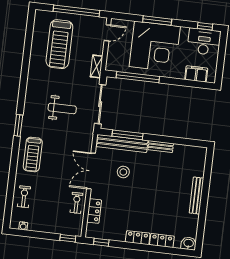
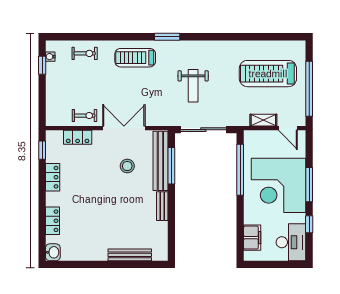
window: (205, 26) -> (309, 224), moved
shelving: (97, 66) -> (263, 120), moved
bench: (196, 196) -> (130, 255), moved
window: (68, 238) -> (42, 65), moved
locker: (138, 238) -> (53, 177), moved

